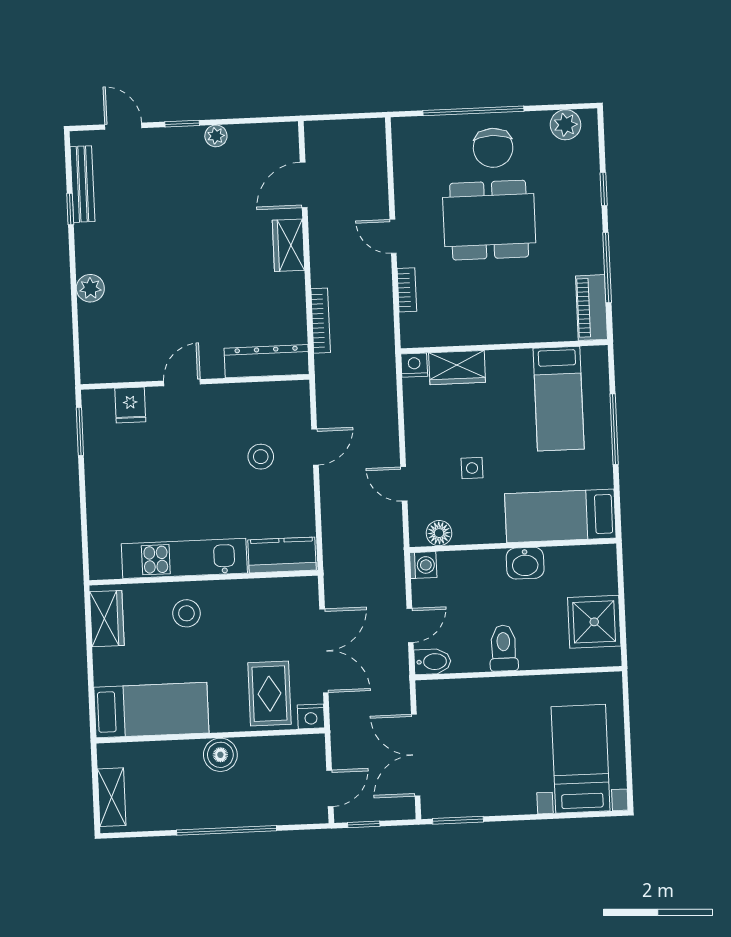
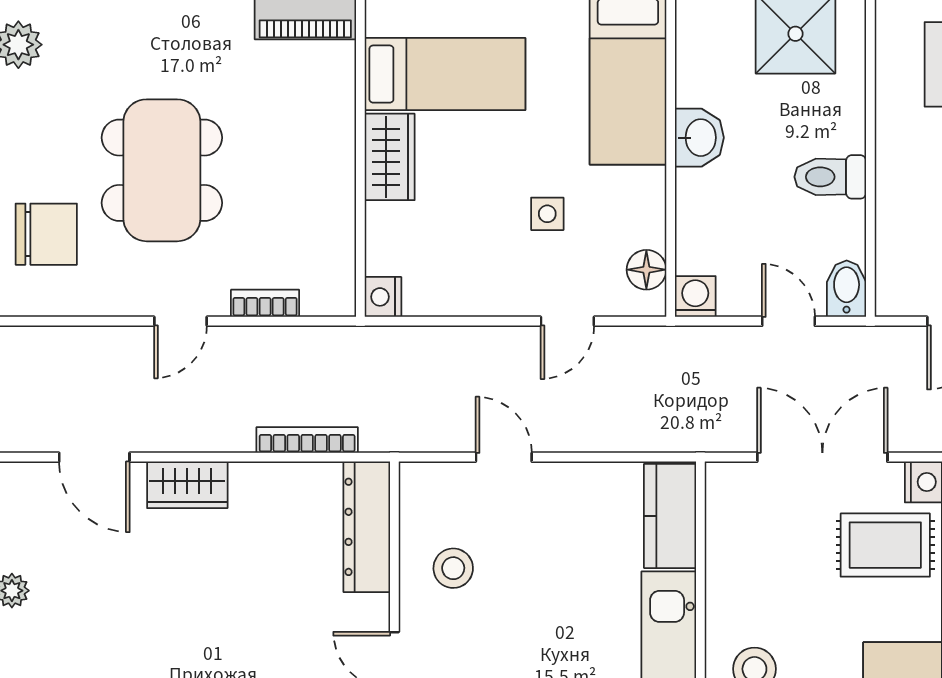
chair: (493, 148) -> (46, 234), moved
wardrobe: (457, 368) -> (390, 157), moved
stool: (261, 457) -> (453, 568), moved

